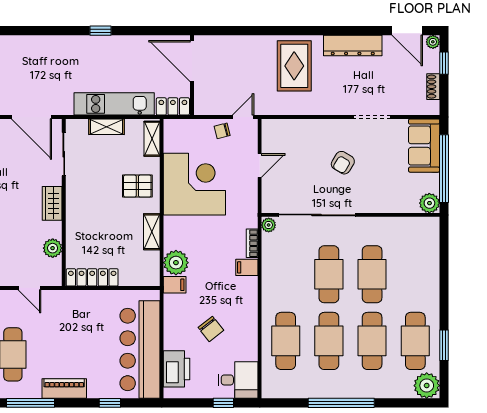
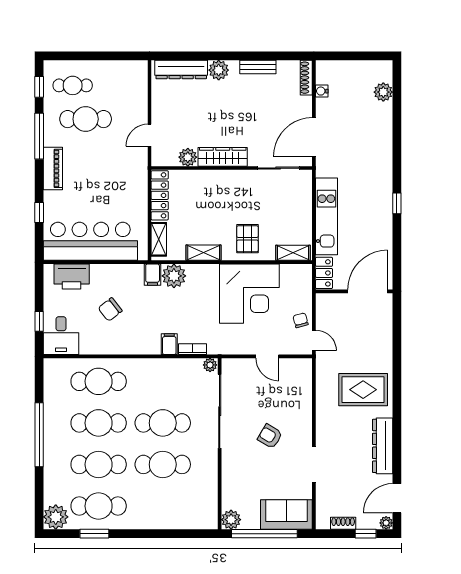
shelving: (106, 127) -> (159, 239), moved
wardrobe: (52, 203) -> (223, 157), width x1.50

